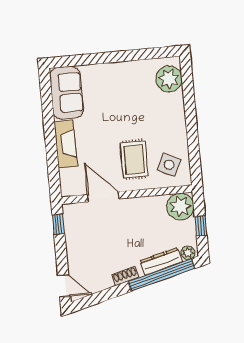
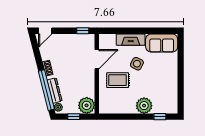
plant: (169, 79) -> (144, 106), moved
window: (188, 84) -> (160, 117), added
side table: (169, 165) -> (137, 64), moved

